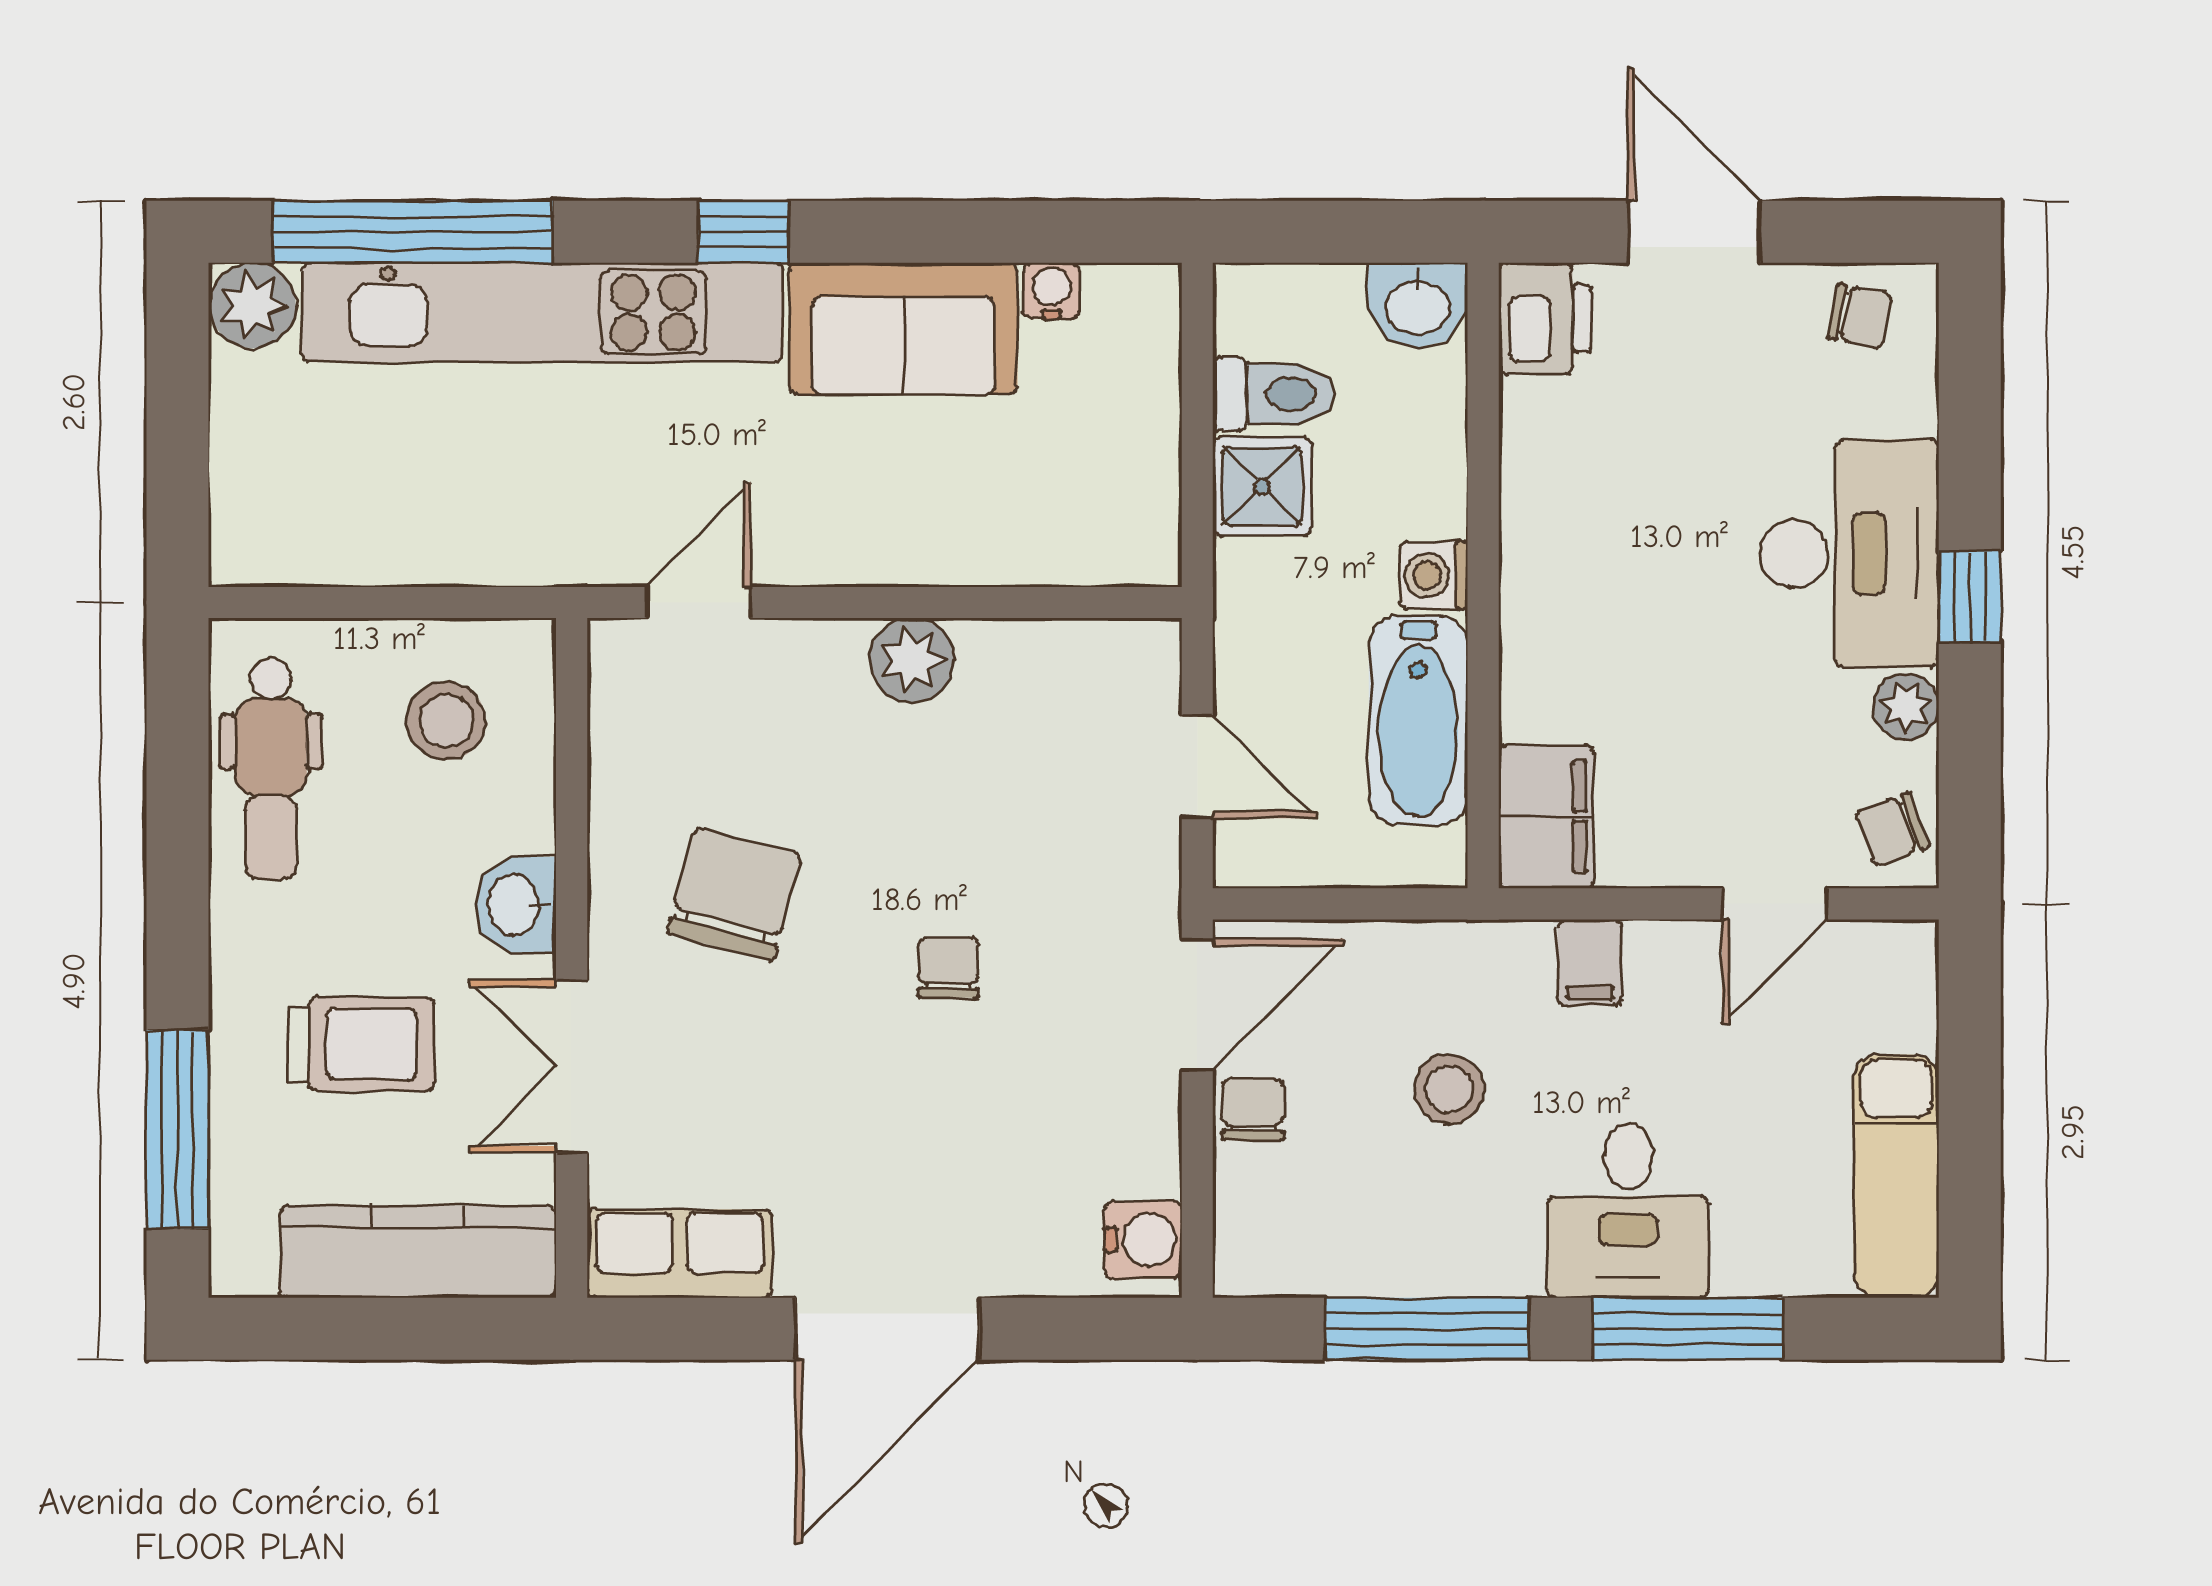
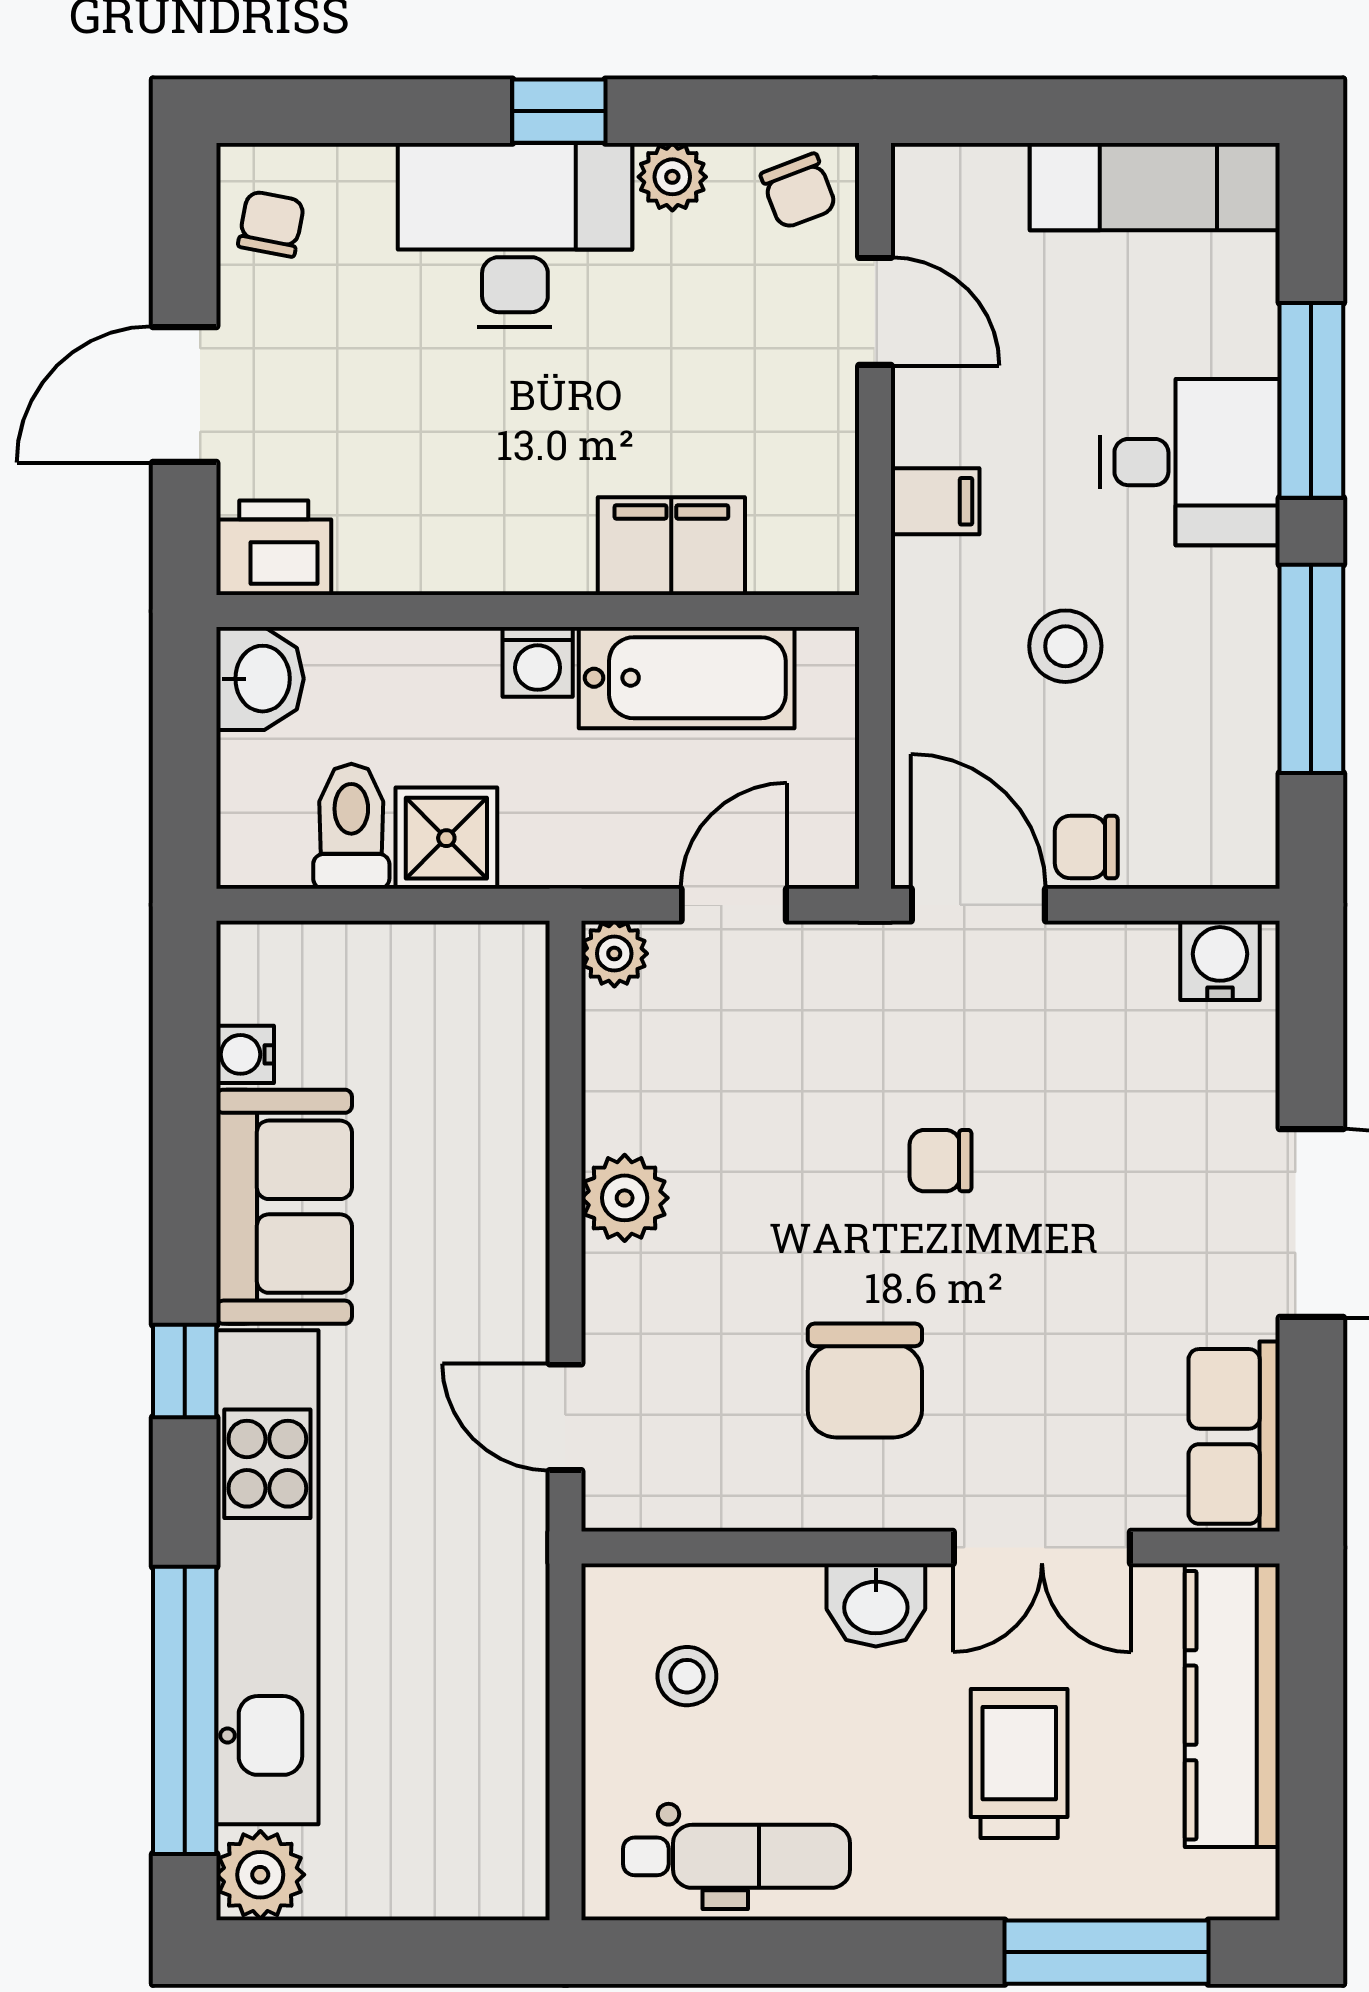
plant: (1150, 650) -> (614, 954), added
stool: (446, 721) -> (687, 1676), width x0.73, depth x0.73
filing cabinet: (1546, 816) -> (671, 546), moved
chair: (734, 894) -> (865, 1380), turned -105

